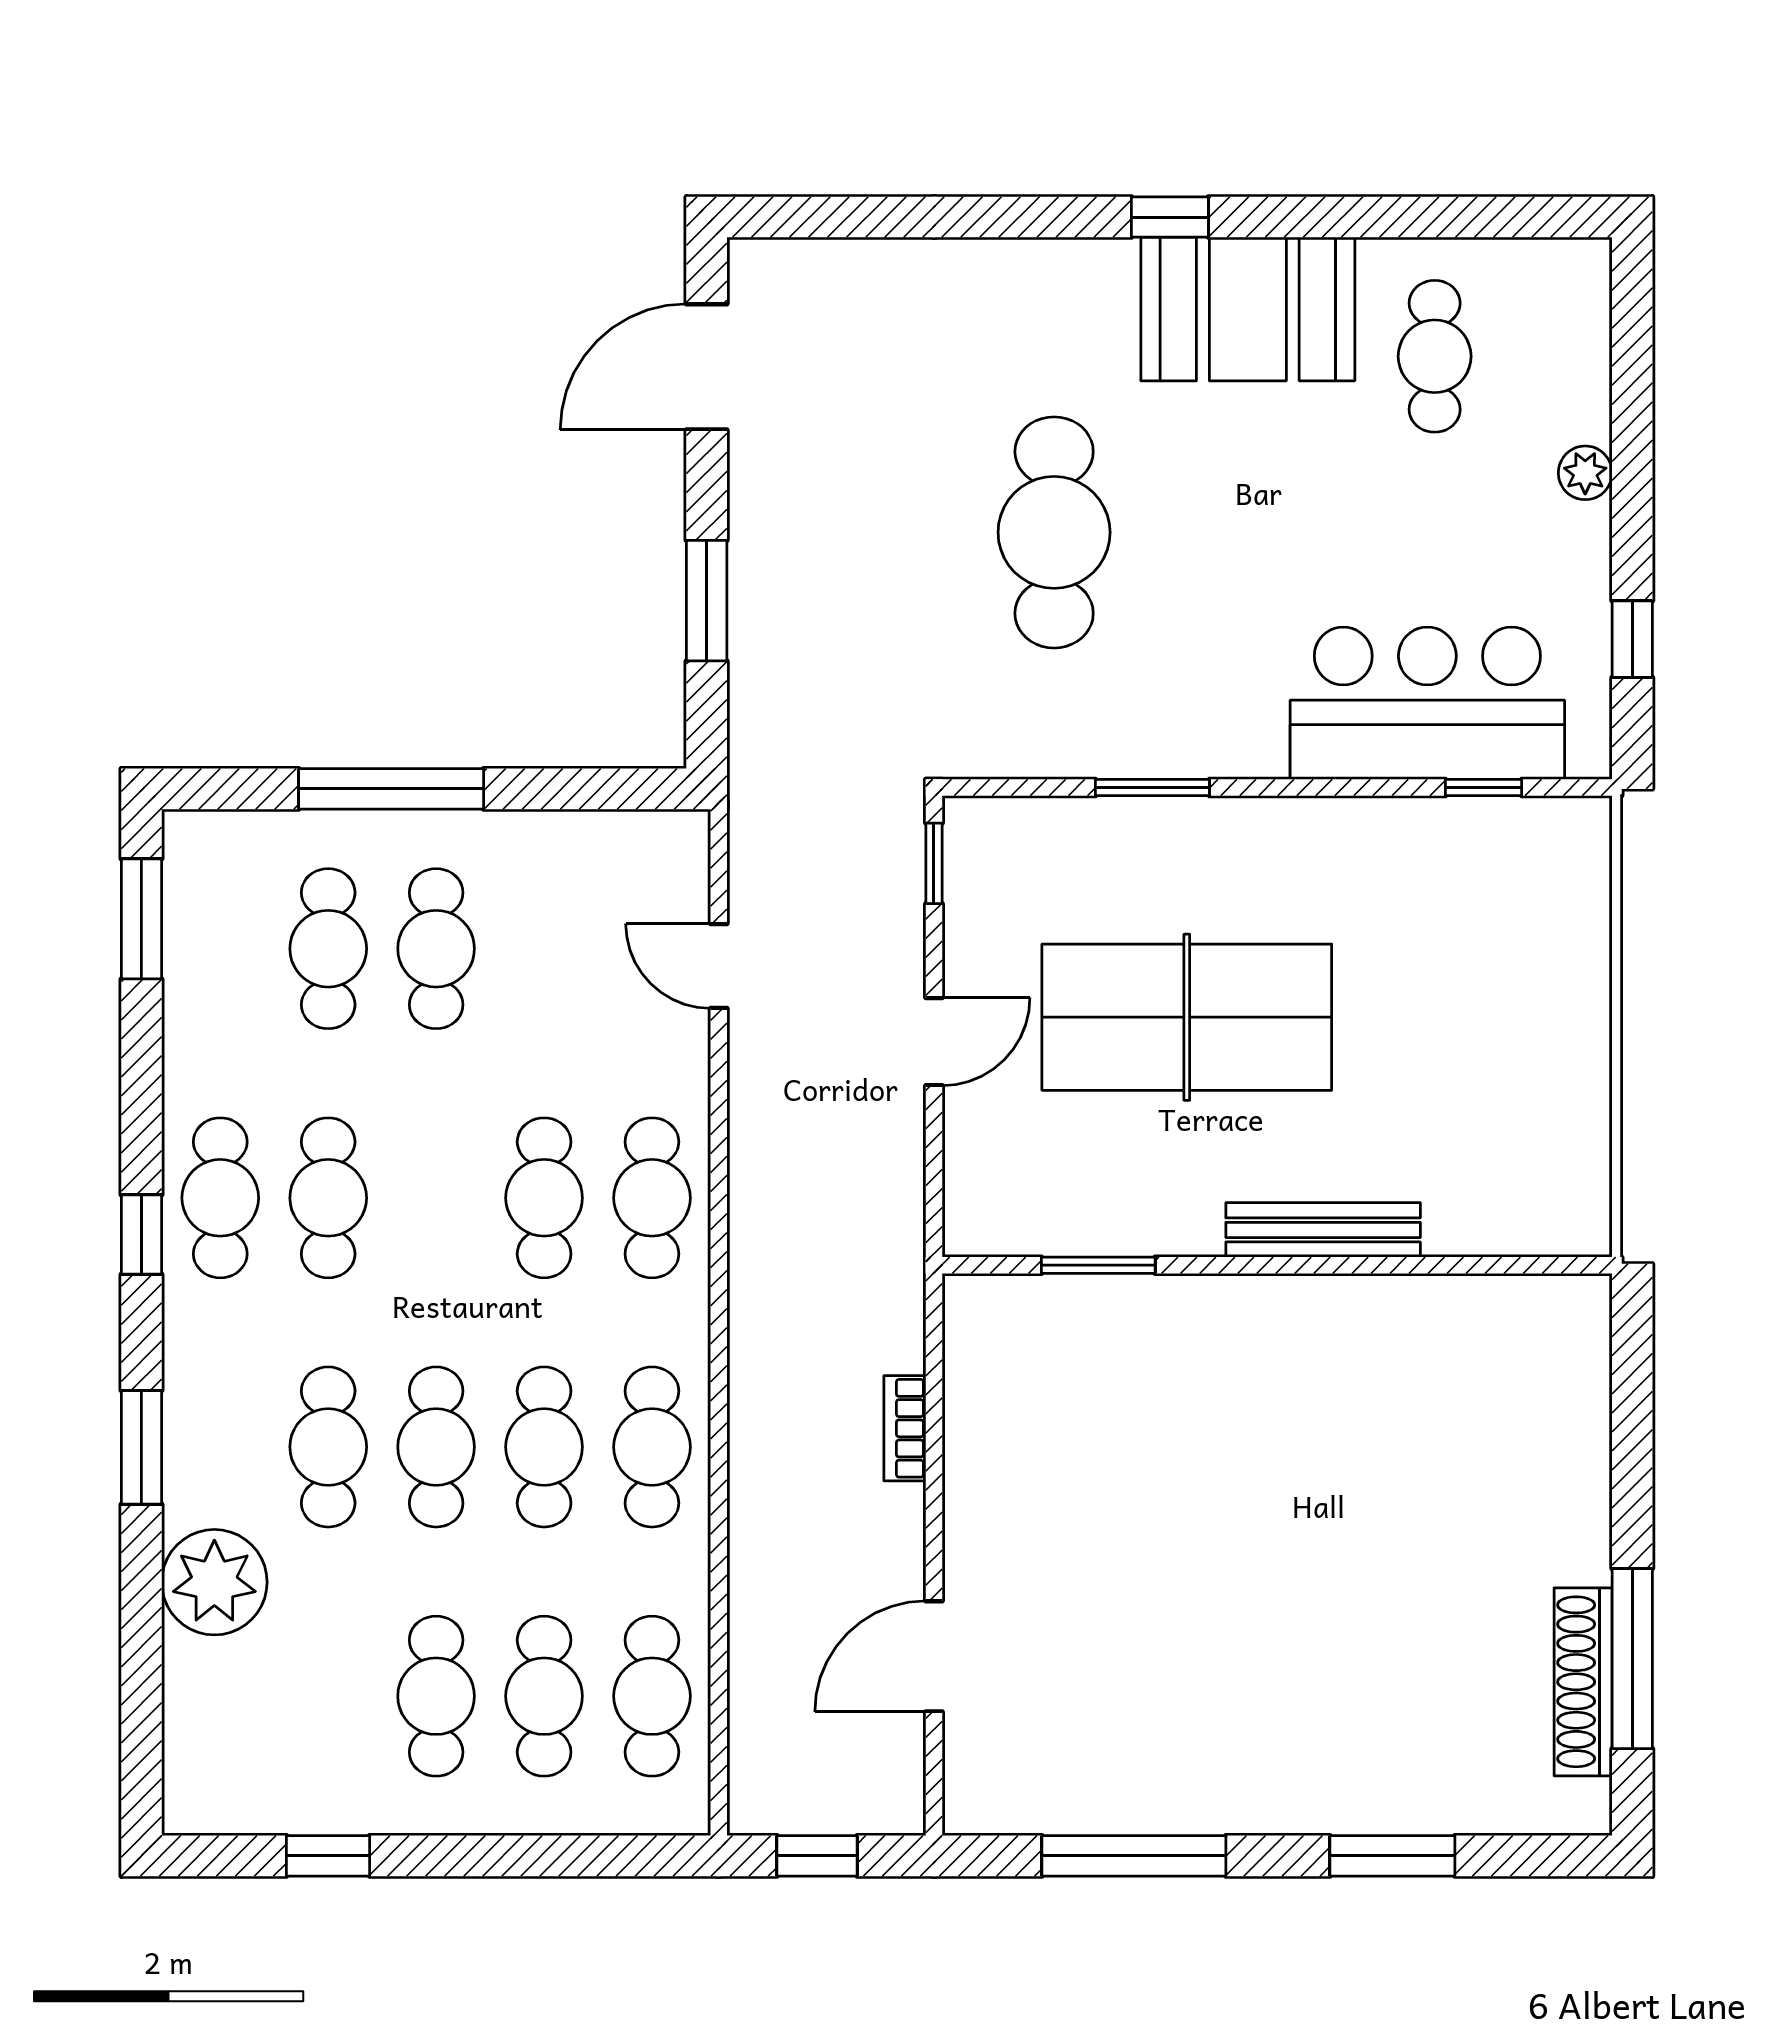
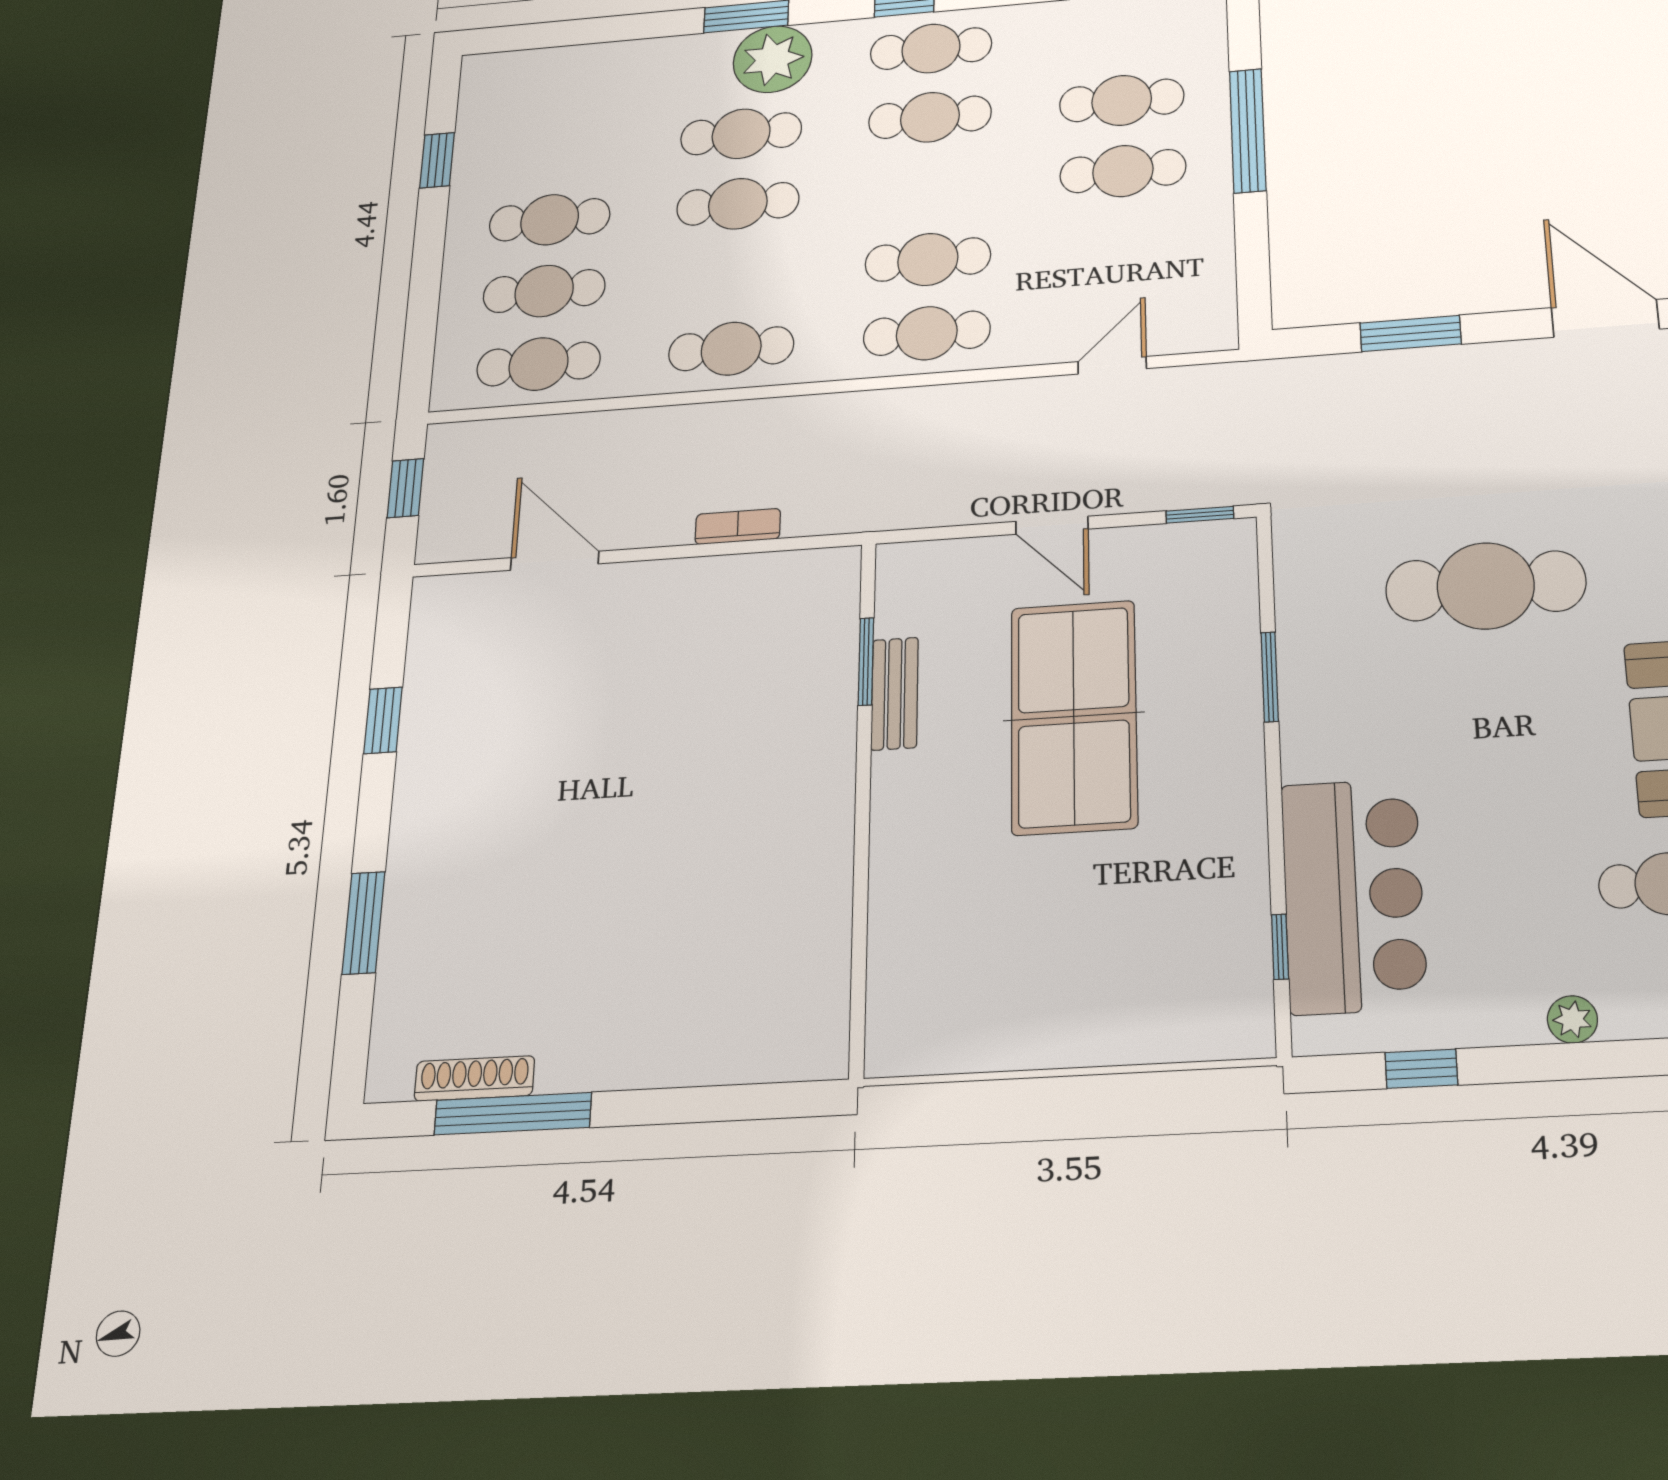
bench: (1323, 1230) -> (895, 694), moved, width x0.73
cafe table: (544, 1447) -> (735, 275), removed
plant: (214, 1582) -> (773, 59), moved
shoe rack: (1583, 1682) -> (474, 1078), width x0.74, depth x0.81
window: (1134, 1856) -> (383, 720), width x0.46

